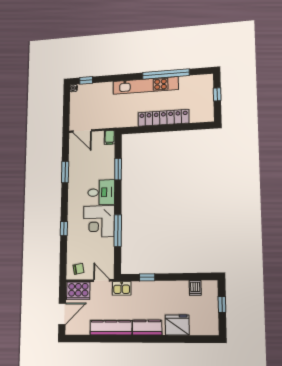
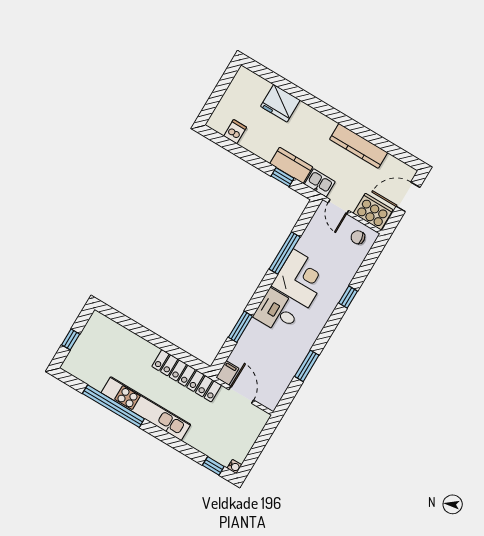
locker: (163, 118) -> (187, 376), moved
door: (82, 131) -> (241, 395), moved
window: (222, 305) -> (217, 95), removed
kitchen counter: (147, 328) -> (291, 165), moved, turned 180

